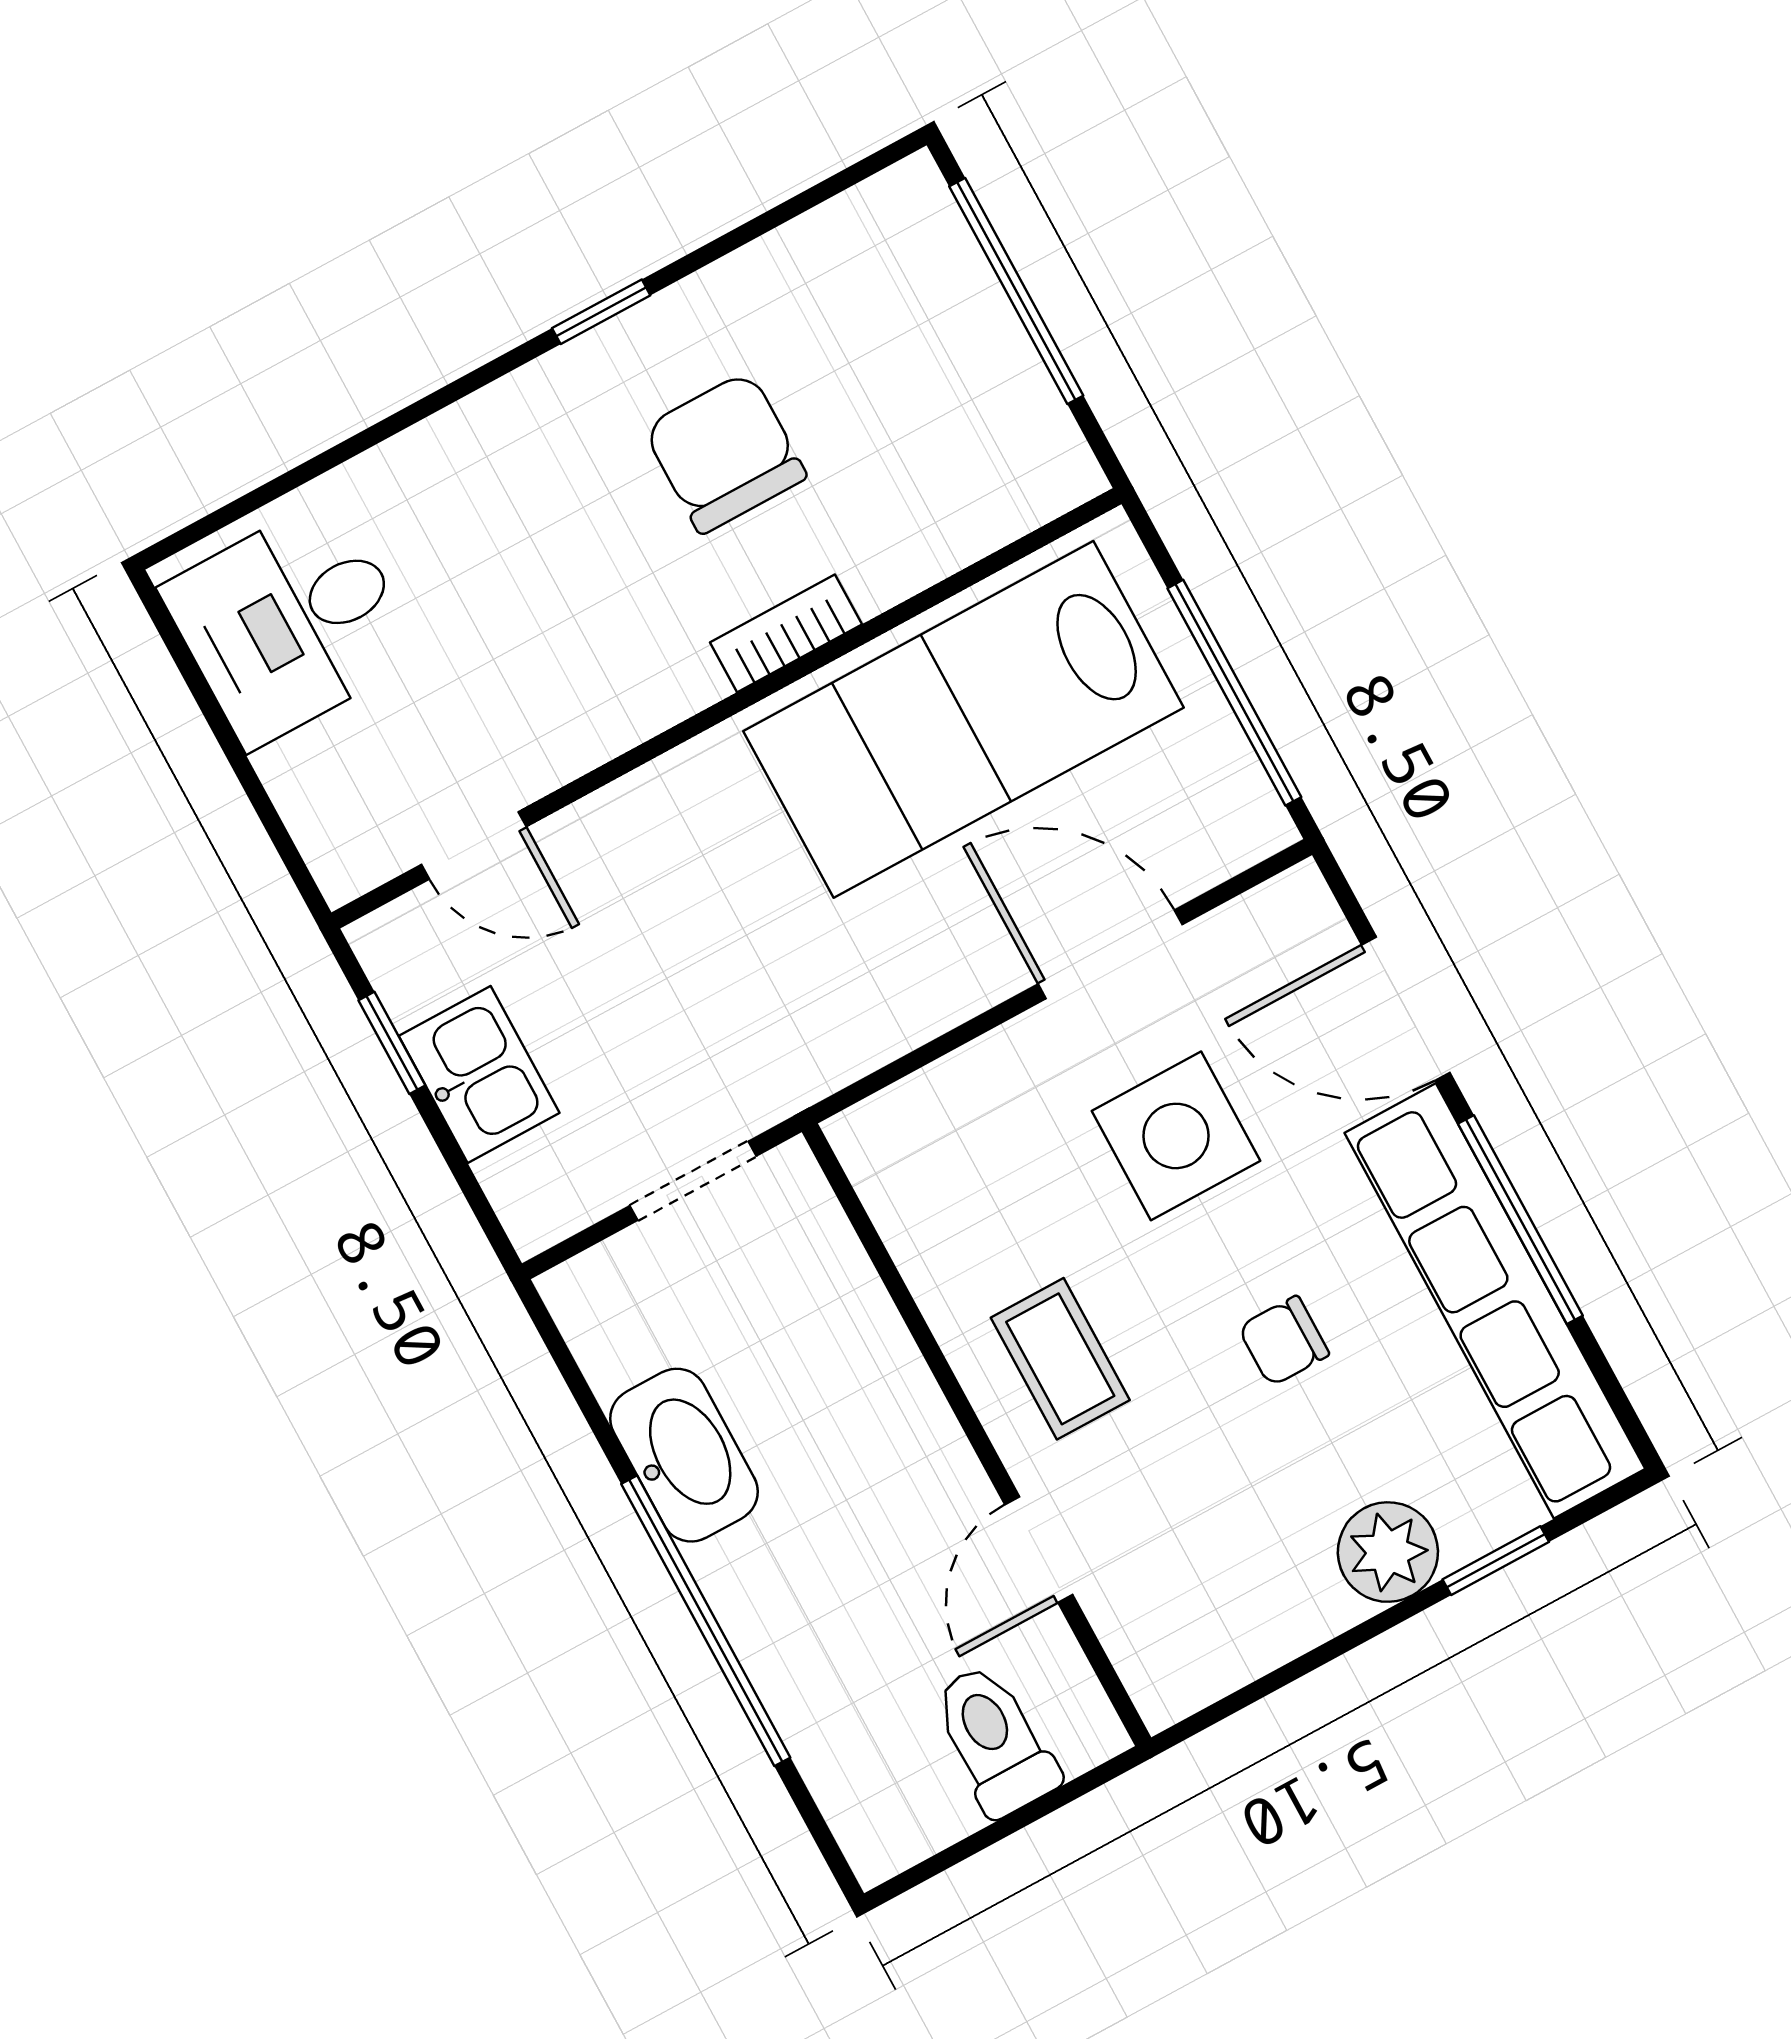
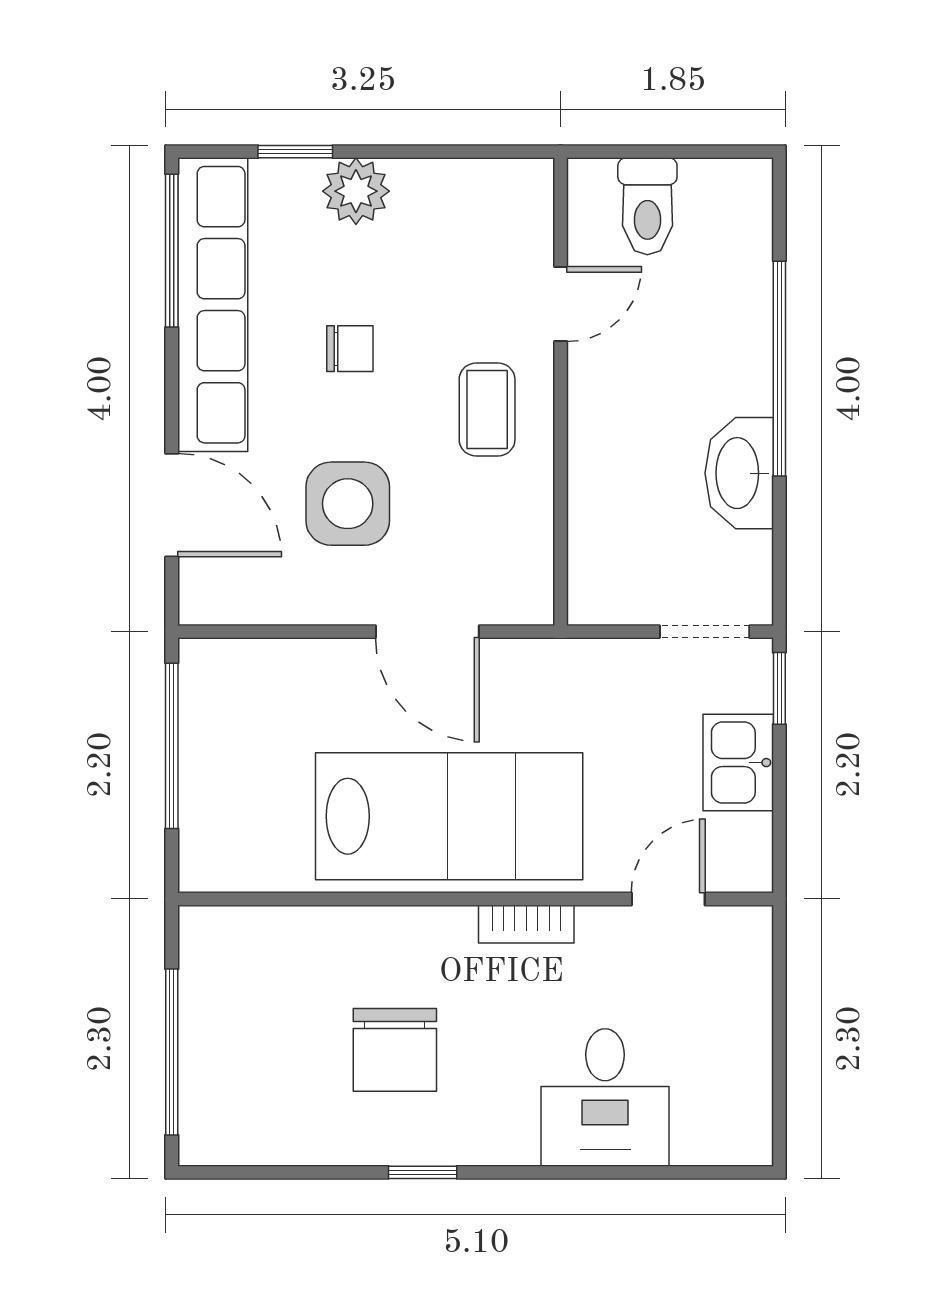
desk: (291, 622) -> (605, 1097), moved, turned 90
bookcase: (786, 633) -> (526, 924), moved
lab bench: (963, 719) -> (449, 816), moved
door: (474, 846) -> (668, 899), hinge flipped
door: (1110, 954) -> (427, 632), moved
window: (392, 1043) -> (779, 688), moved
doorway: (693, 1181) -> (705, 632), moved
window: (1520, 1220) -> (172, 251), moved

